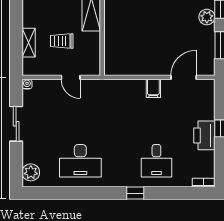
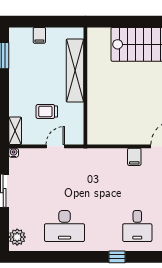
shelving: (29, 43) -> (15, 131), moved
door: (71, 77) -> (55, 146), swing flipped

